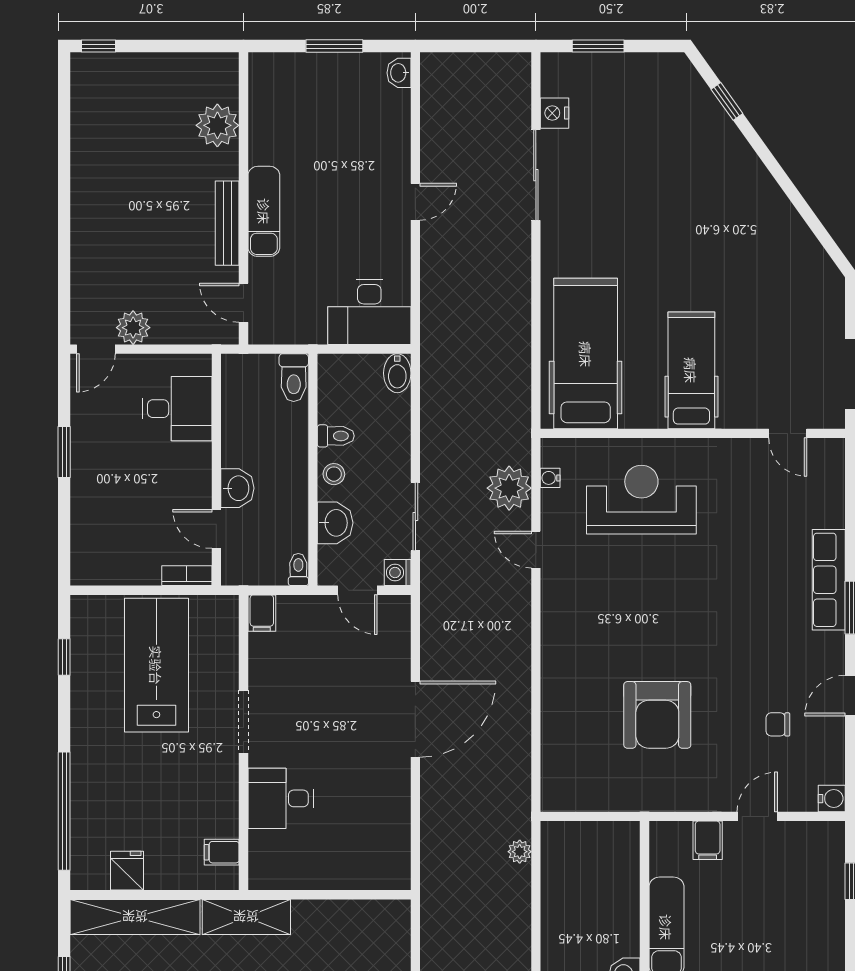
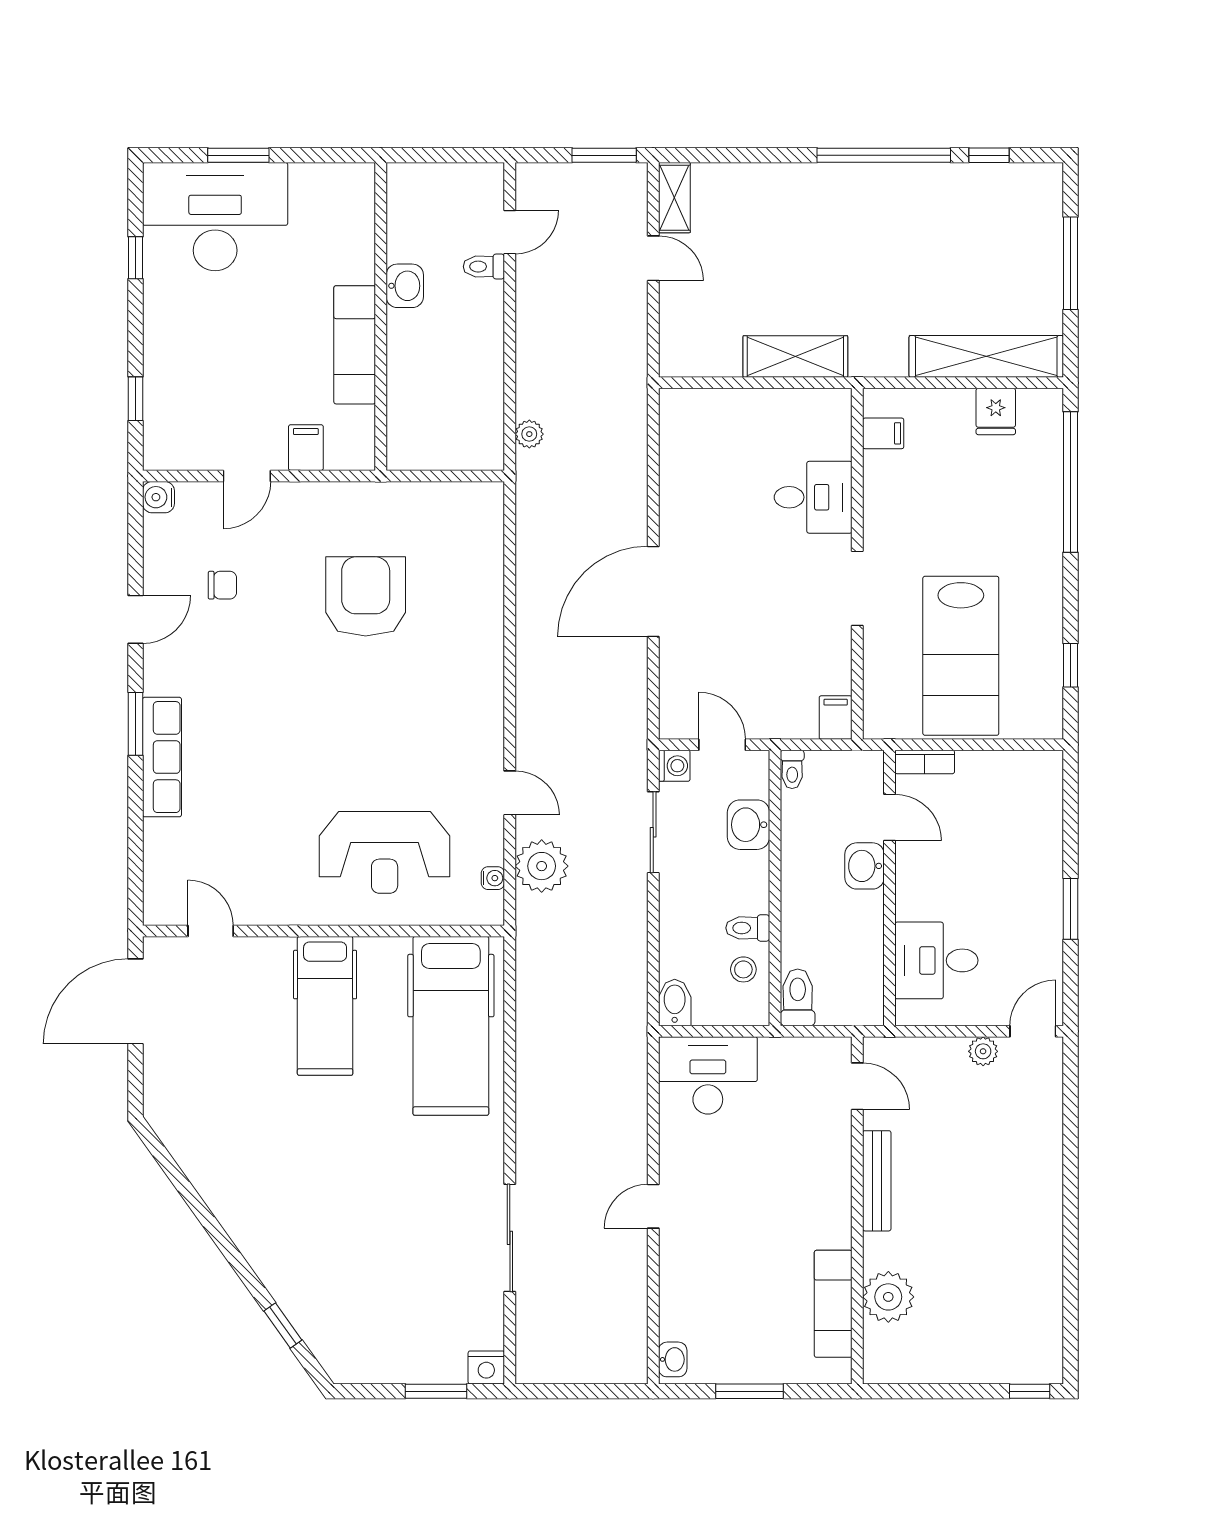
nightstand: (555, 113) -> (486, 1367), moved, turned 90
exam couch: (264, 211) -> (833, 1304), moved
plant: (133, 328) -> (983, 1051), width x0.73, depth x0.73
stool: (334, 474) -> (743, 969), moved
shelving: (246, 917) -> (795, 356), moved

